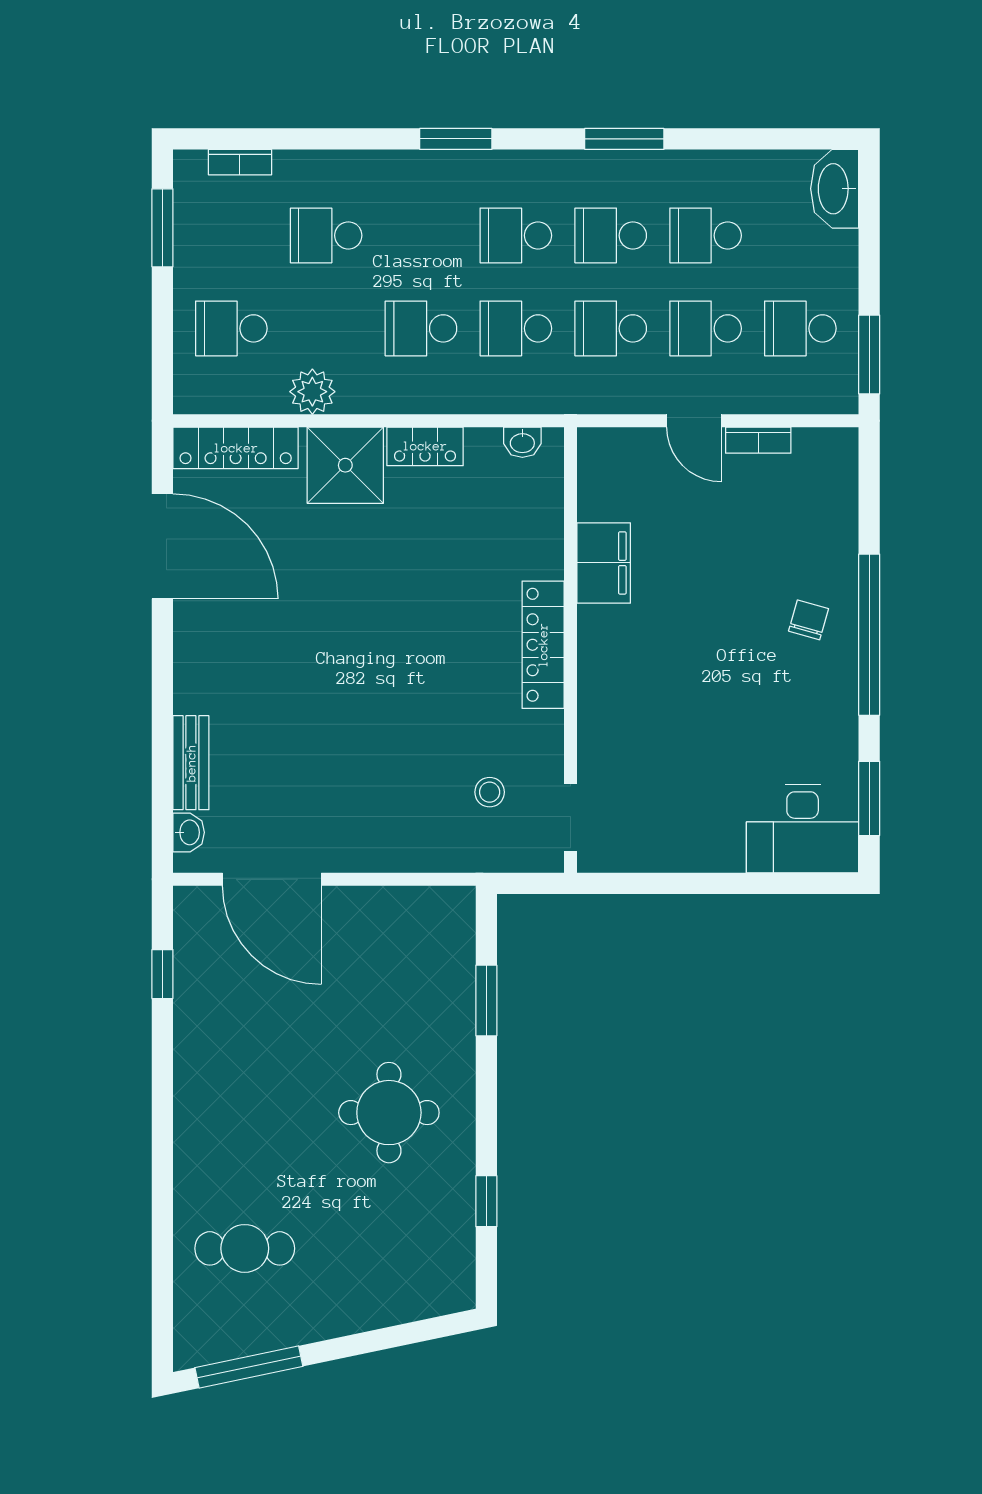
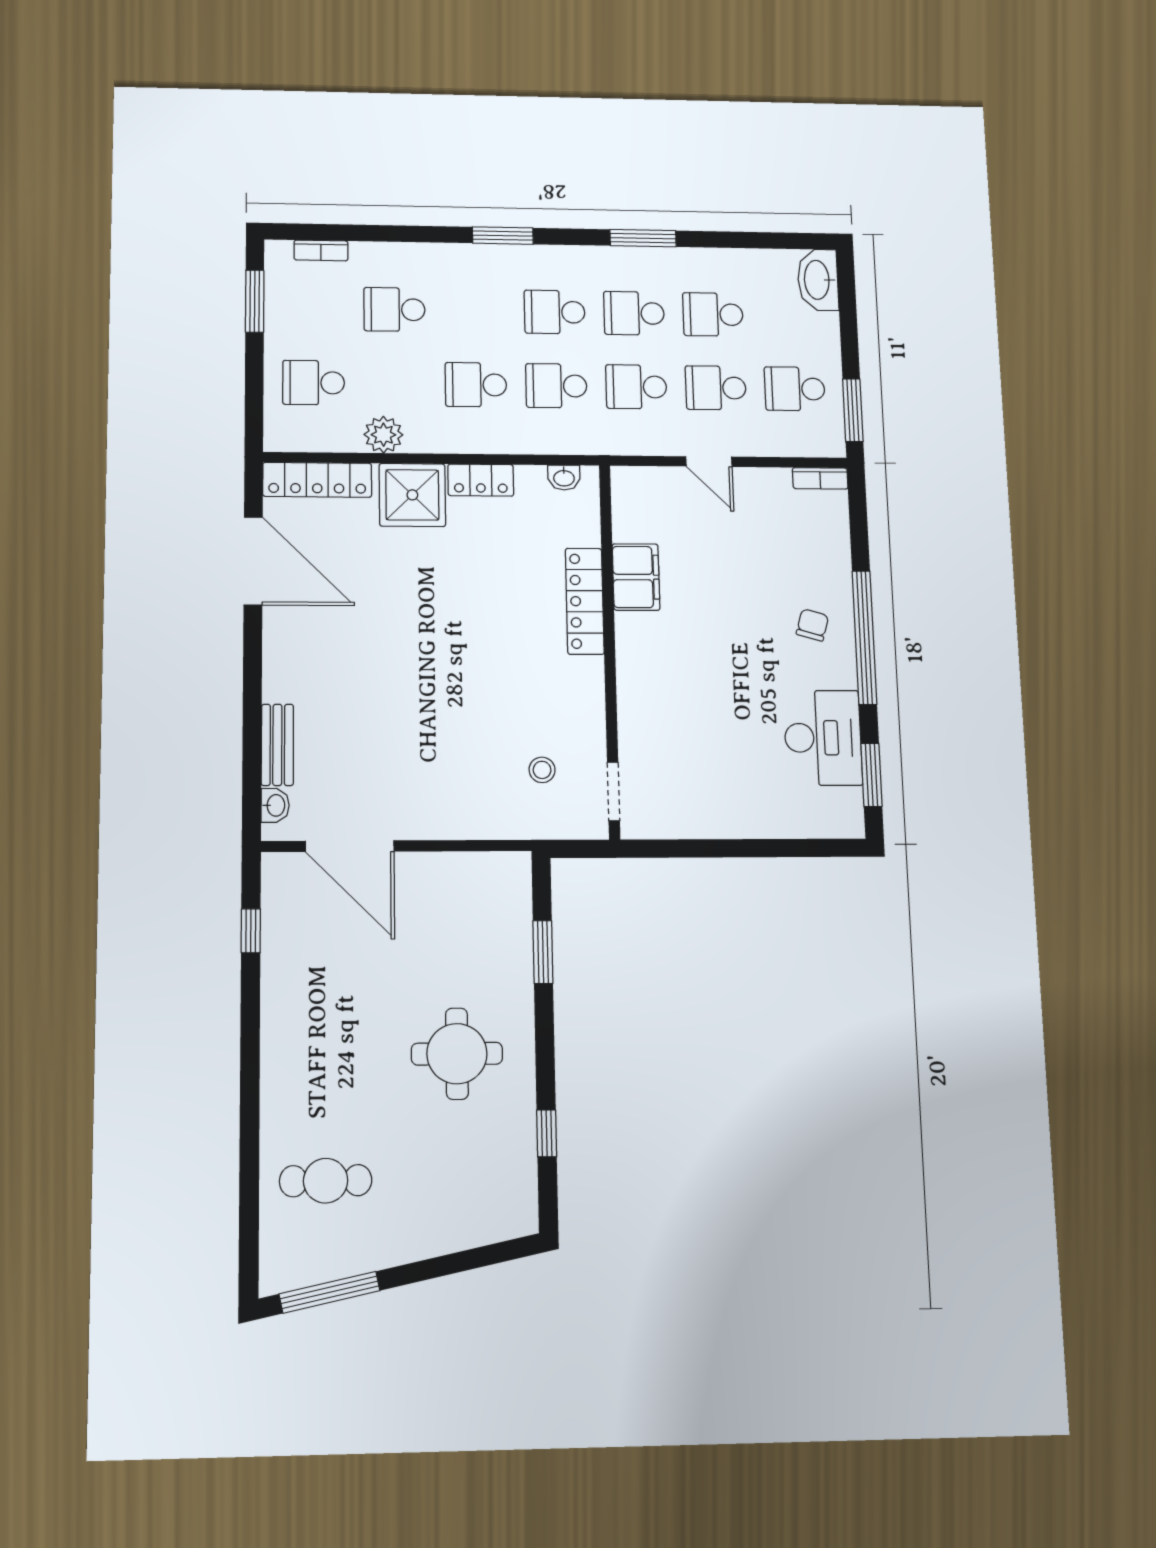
bookcase: (758, 440) -> (820, 478), moved
locker: (543, 645) -> (585, 601), moved
desk: (803, 829) -> (823, 738), moved, turned -90

